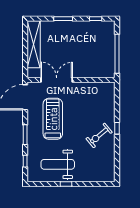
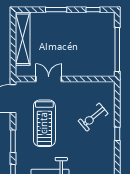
double door: (57, 80) -> (49, 79), width x0.73
treadmill: (53, 119) -> (44, 123), turned 180
exercise bike: (99, 135) -> (93, 117), moved

